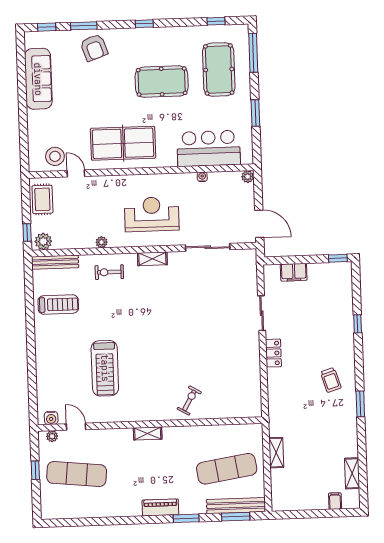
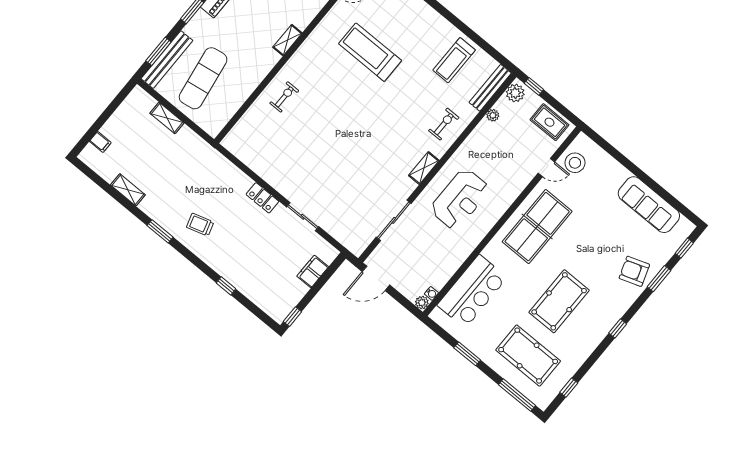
water cooler: (202, 177) -> (431, 293), moved
plant: (102, 242) -> (493, 115), moved
exercise bike: (189, 400) -> (284, 97), turned -120
shelving: (276, 453) -> (167, 118), moved
shelving: (352, 473) -> (128, 190), moved

